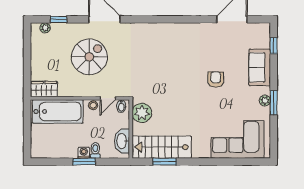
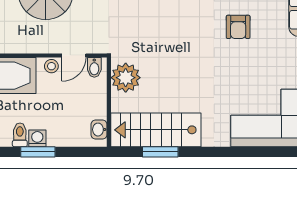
armchair: (216, 79) -> (238, 27), turned 180
washbasin: (122, 141) -> (99, 130), width x0.52, depth x0.69
toilet: (95, 150) -> (20, 135), moved

